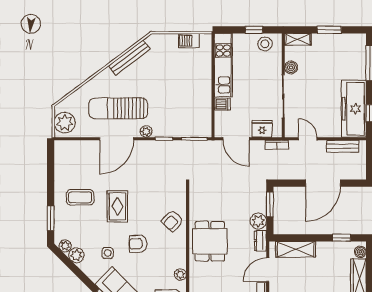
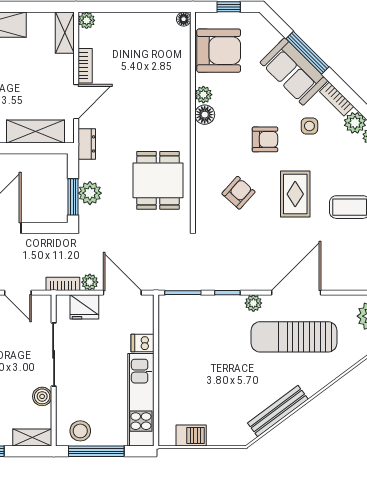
window: (254, 30) -> (96, 451), width x2.17
sun lounger: (118, 108) -> (294, 337), turned 180
plant: (258, 146) -> (90, 282), added
armchair: (172, 221) -> (238, 193), moved
plant: (258, 221) -> (90, 193), moved
dining table: (210, 241) -> (158, 180), moved
floor lamp: (180, 261) -> (205, 115), added
bookcase: (89, 272) -> (337, 99), added

